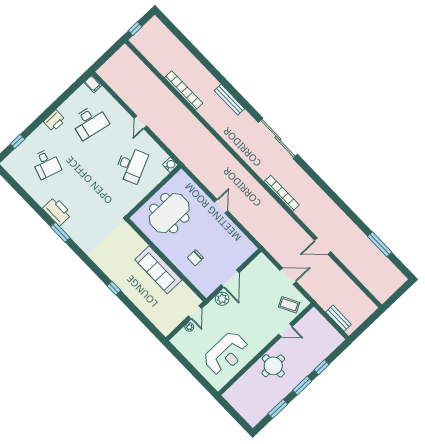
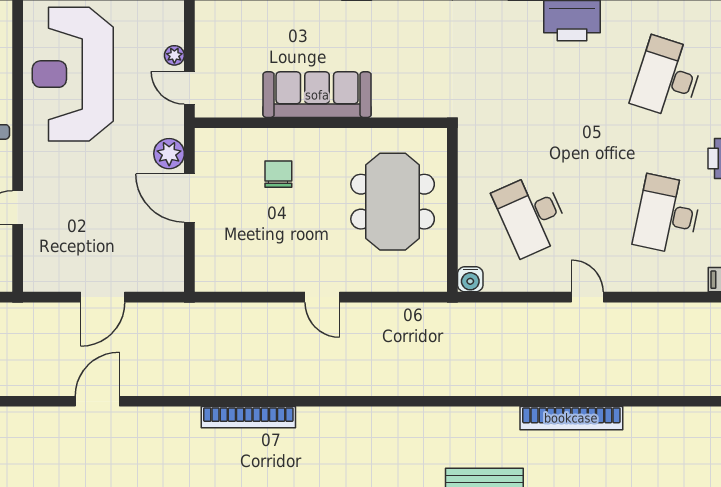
desk: (46, 164) -> (667, 78), width x1.37
coffee table: (289, 305) -> (54, 254), removed
reception desk: (226, 354) -> (73, 74), width x1.36, depth x1.30

